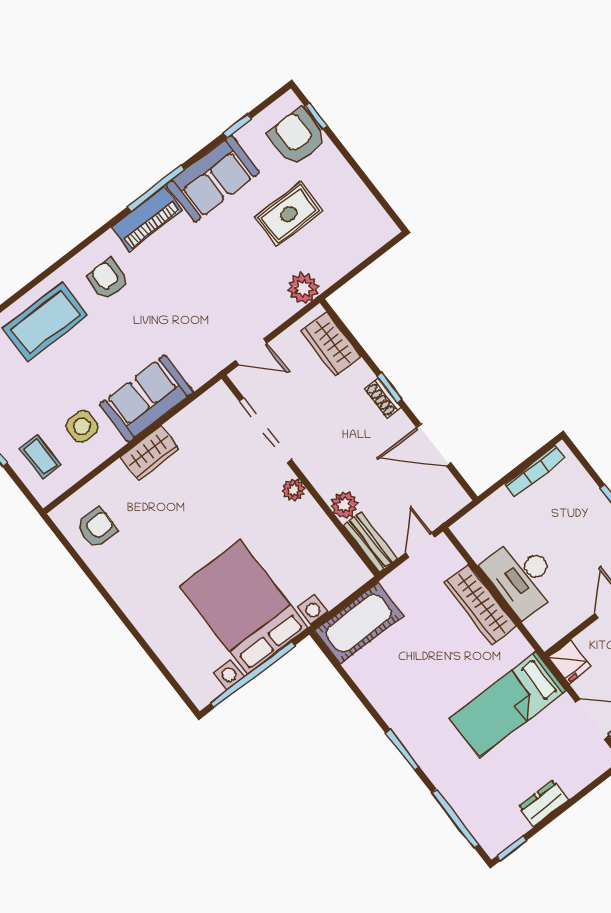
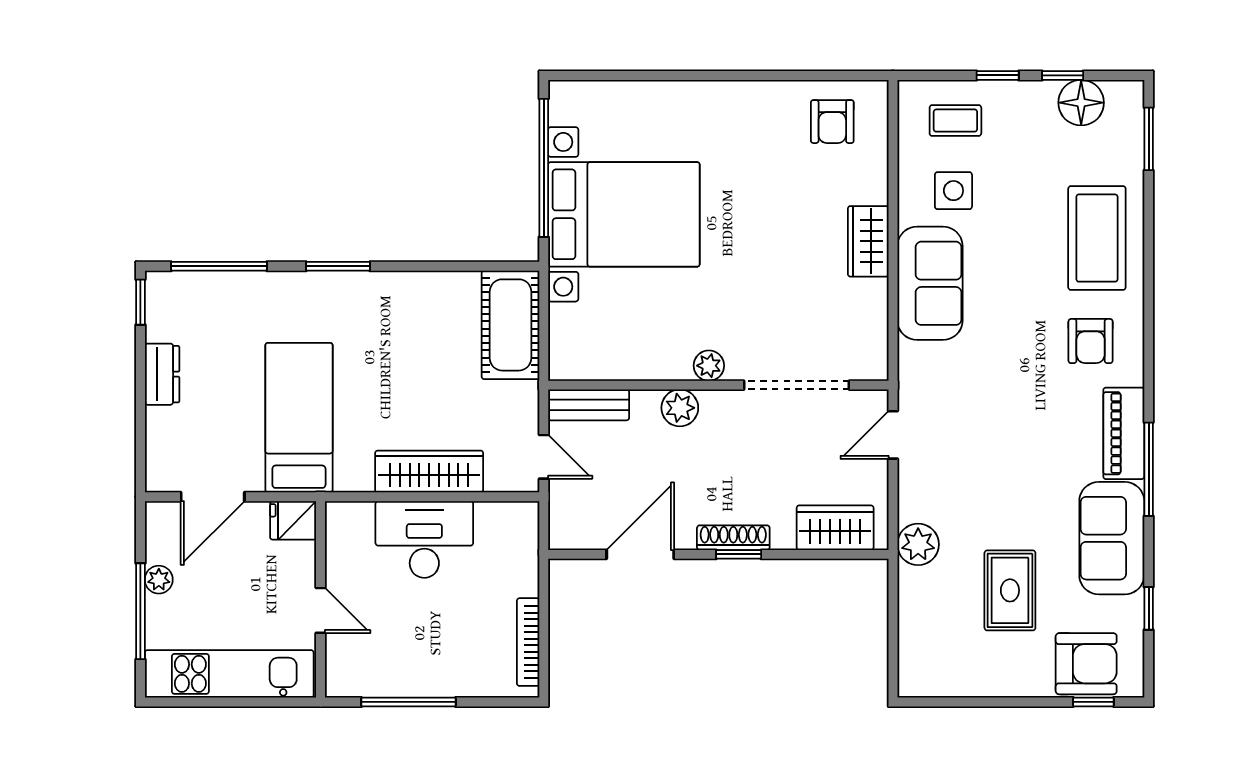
armchair: (108, 279) -> (1091, 341), turned 90
shoe rack: (382, 398) -> (733, 538), width x1.43
plant: (344, 505) -> (680, 408), moved

